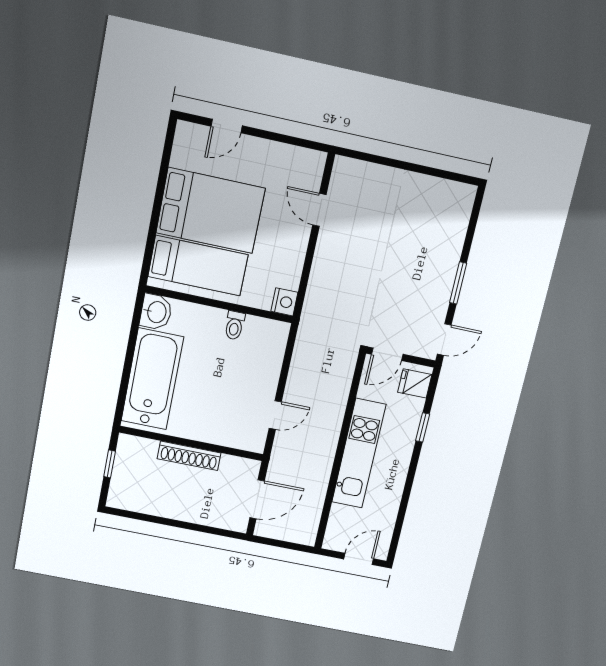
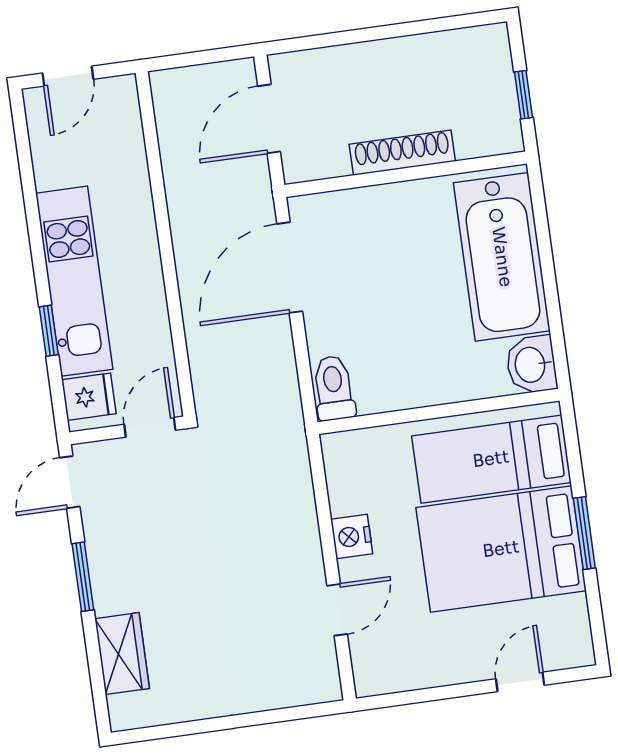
window: (158, 202) -> (584, 533), added
door: (319, 210) -> (337, 610), hinge flipped
wardrobe: (453, 230) -> (122, 654), added
nightstand: (284, 302) -> (352, 537), moved
toilet: (235, 325) -> (334, 388), moved, width x1.37, depth x1.39
door: (275, 415) -> (290, 268), width x1.87
kitchen unit: (359, 453) -> (74, 281), moved, turned 180

